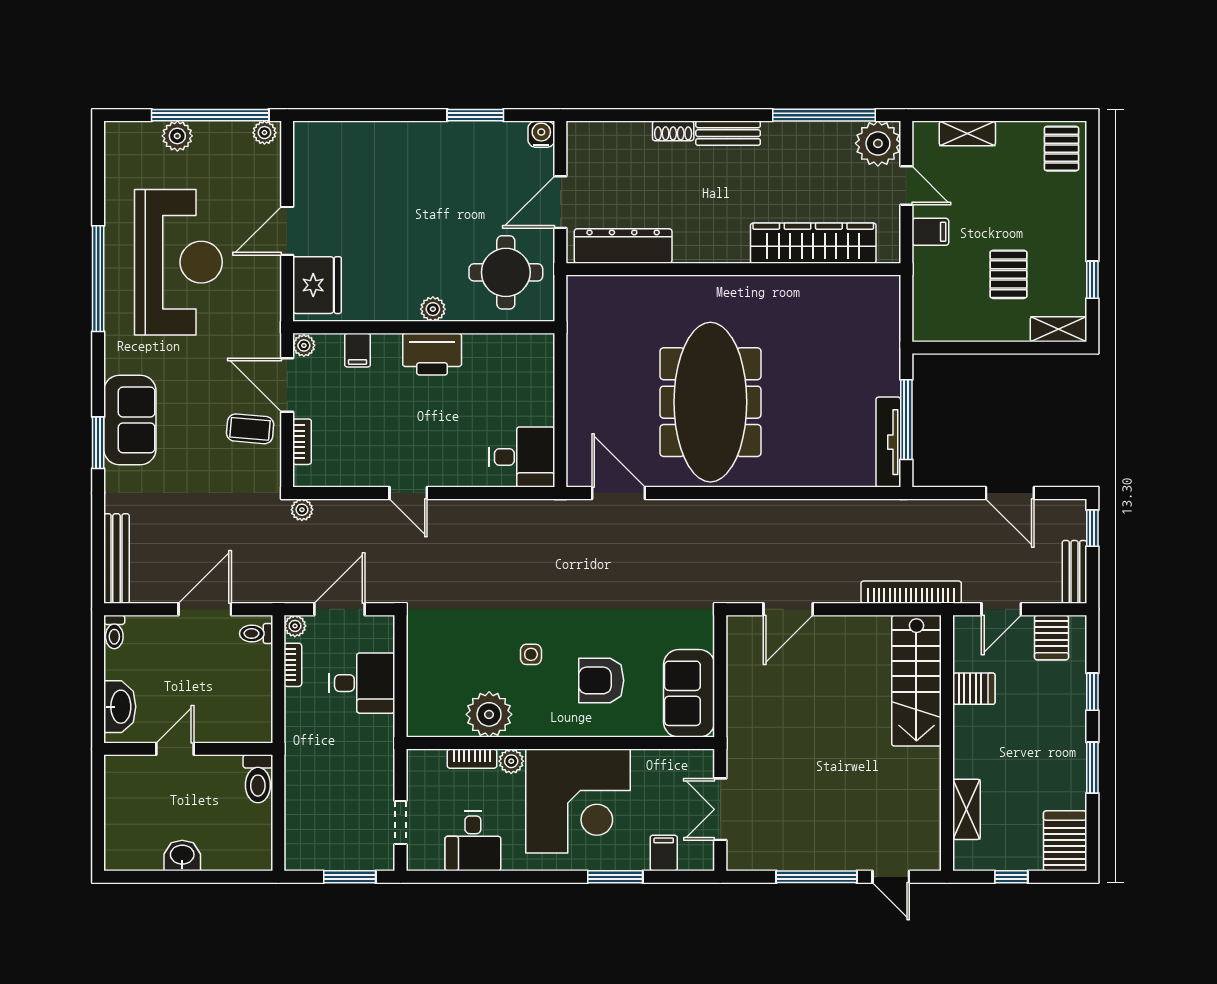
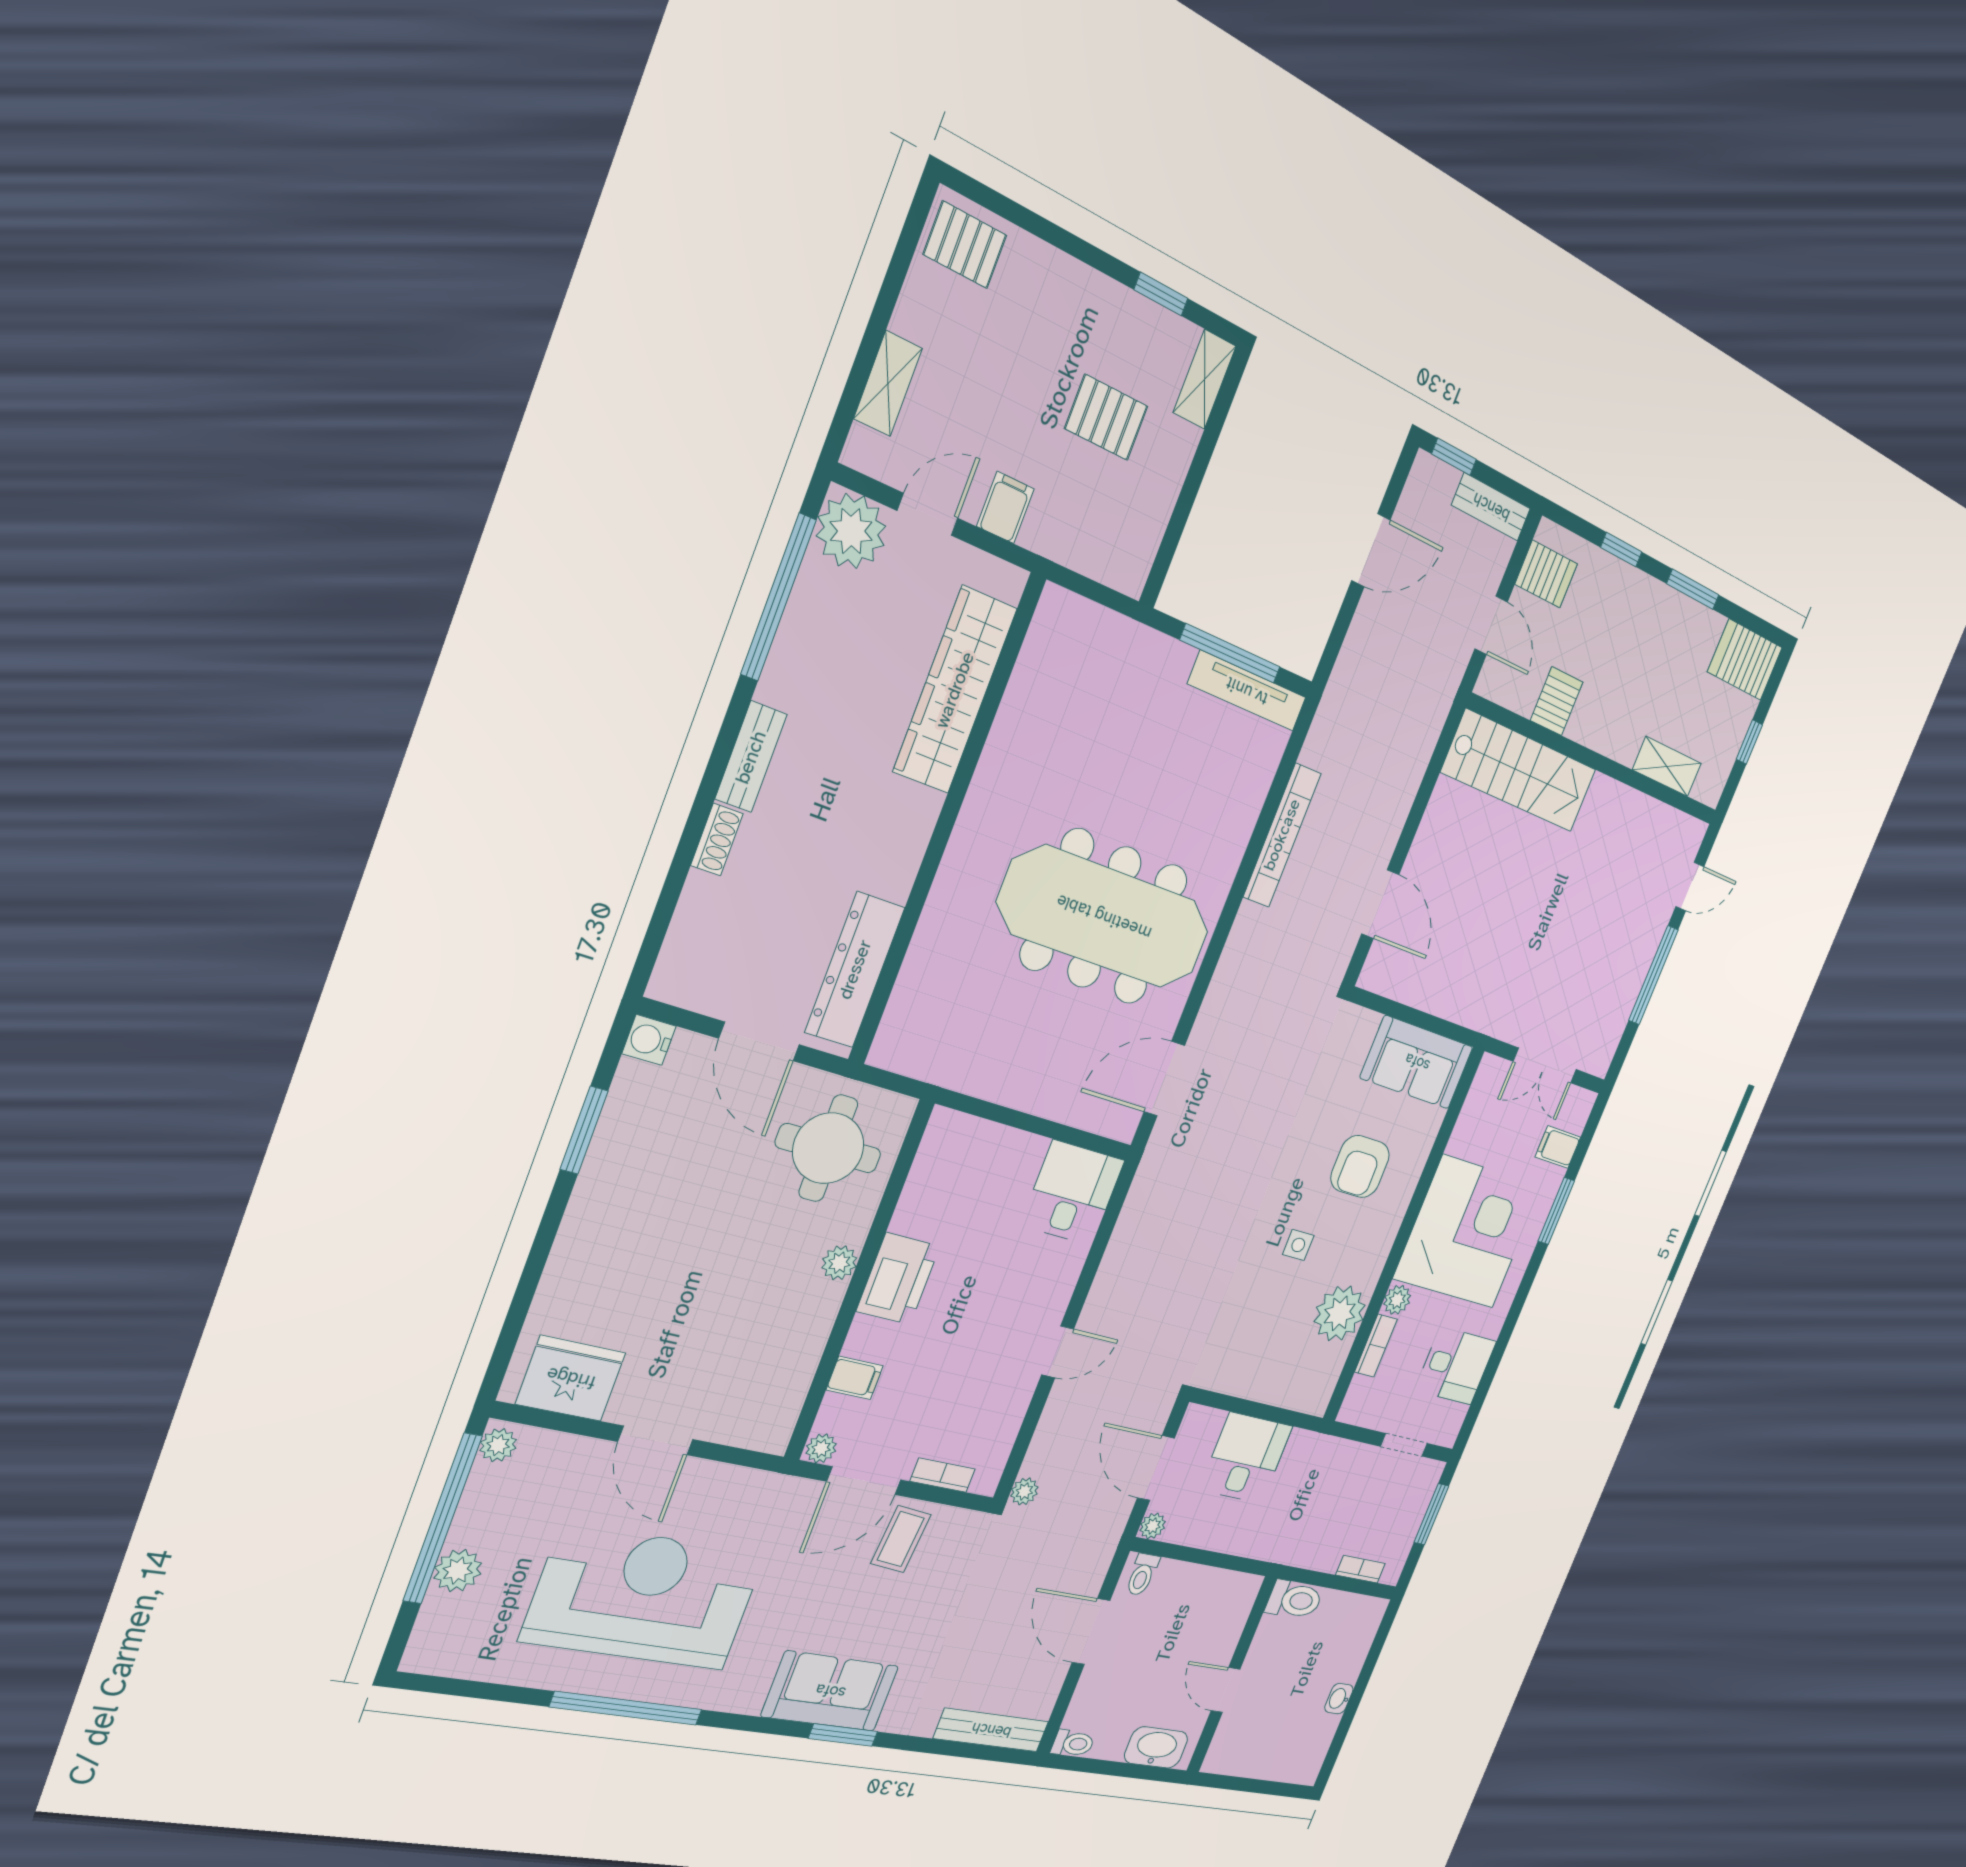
fridge: (317, 285) -> (571, 1378), moved
bookcase: (911, 592) -> (1282, 835), moved, turned 180
bookcase: (293, 665) -> (1360, 1569), moved
washbasin: (182, 856) -> (1339, 1699), width x0.72, depth x0.69

